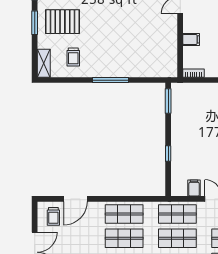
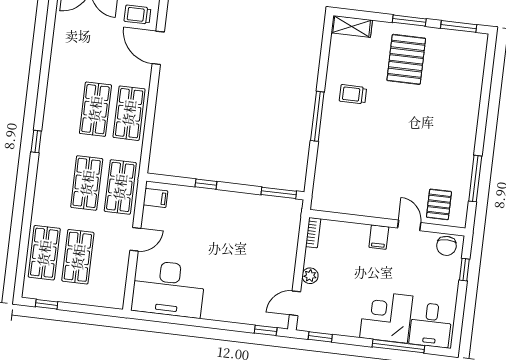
filing cabinet: (191, 39) -> (379, 237), moved
trolley: (73, 57) -> (353, 94), moved
filing cabinet: (194, 188) -> (156, 198), moved

